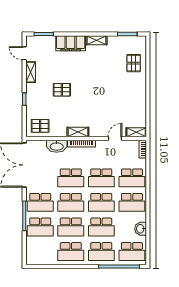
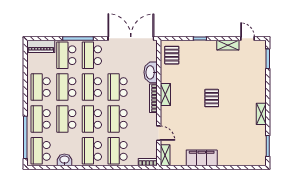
filing cabinet: (71, 43) -> (202, 158), moved, turned 90
door: (24, 53) -> (248, 38), hinge flipped
pallet: (134, 63) -> (237, 153), removed
pallet: (62, 90) -> (212, 98), moved
piano: (32, 251) -> (41, 46), added

